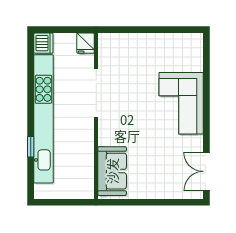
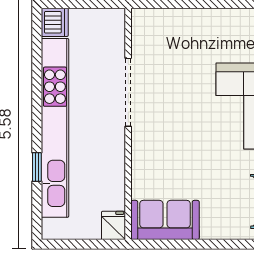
fridge: (86, 43) -> (114, 225), moved, turned 180
sofa: (112, 171) -> (165, 220), moved, turned -90

